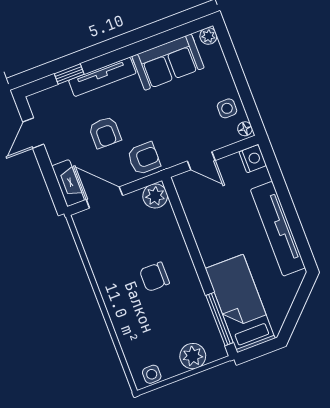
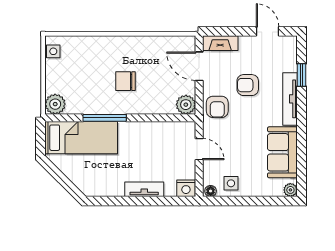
door: (201, 161) -> (199, 149), swing flipped
door: (104, 198) -> (199, 66), swing flipped
tv unit: (278, 229) -> (144, 189), width x0.52, depth x0.78
chair: (154, 277) -> (125, 81), turned -90
window: (220, 319) -> (105, 118), moved
plant: (193, 356) -> (55, 104), moved

